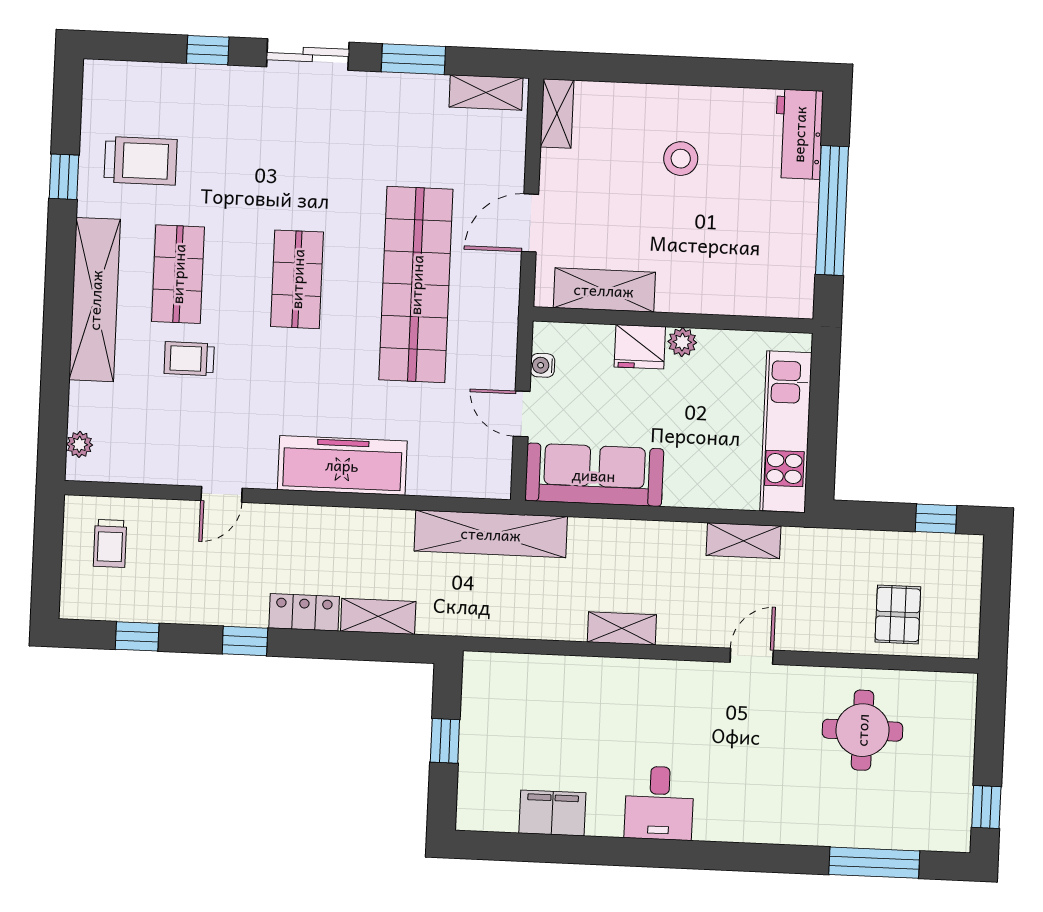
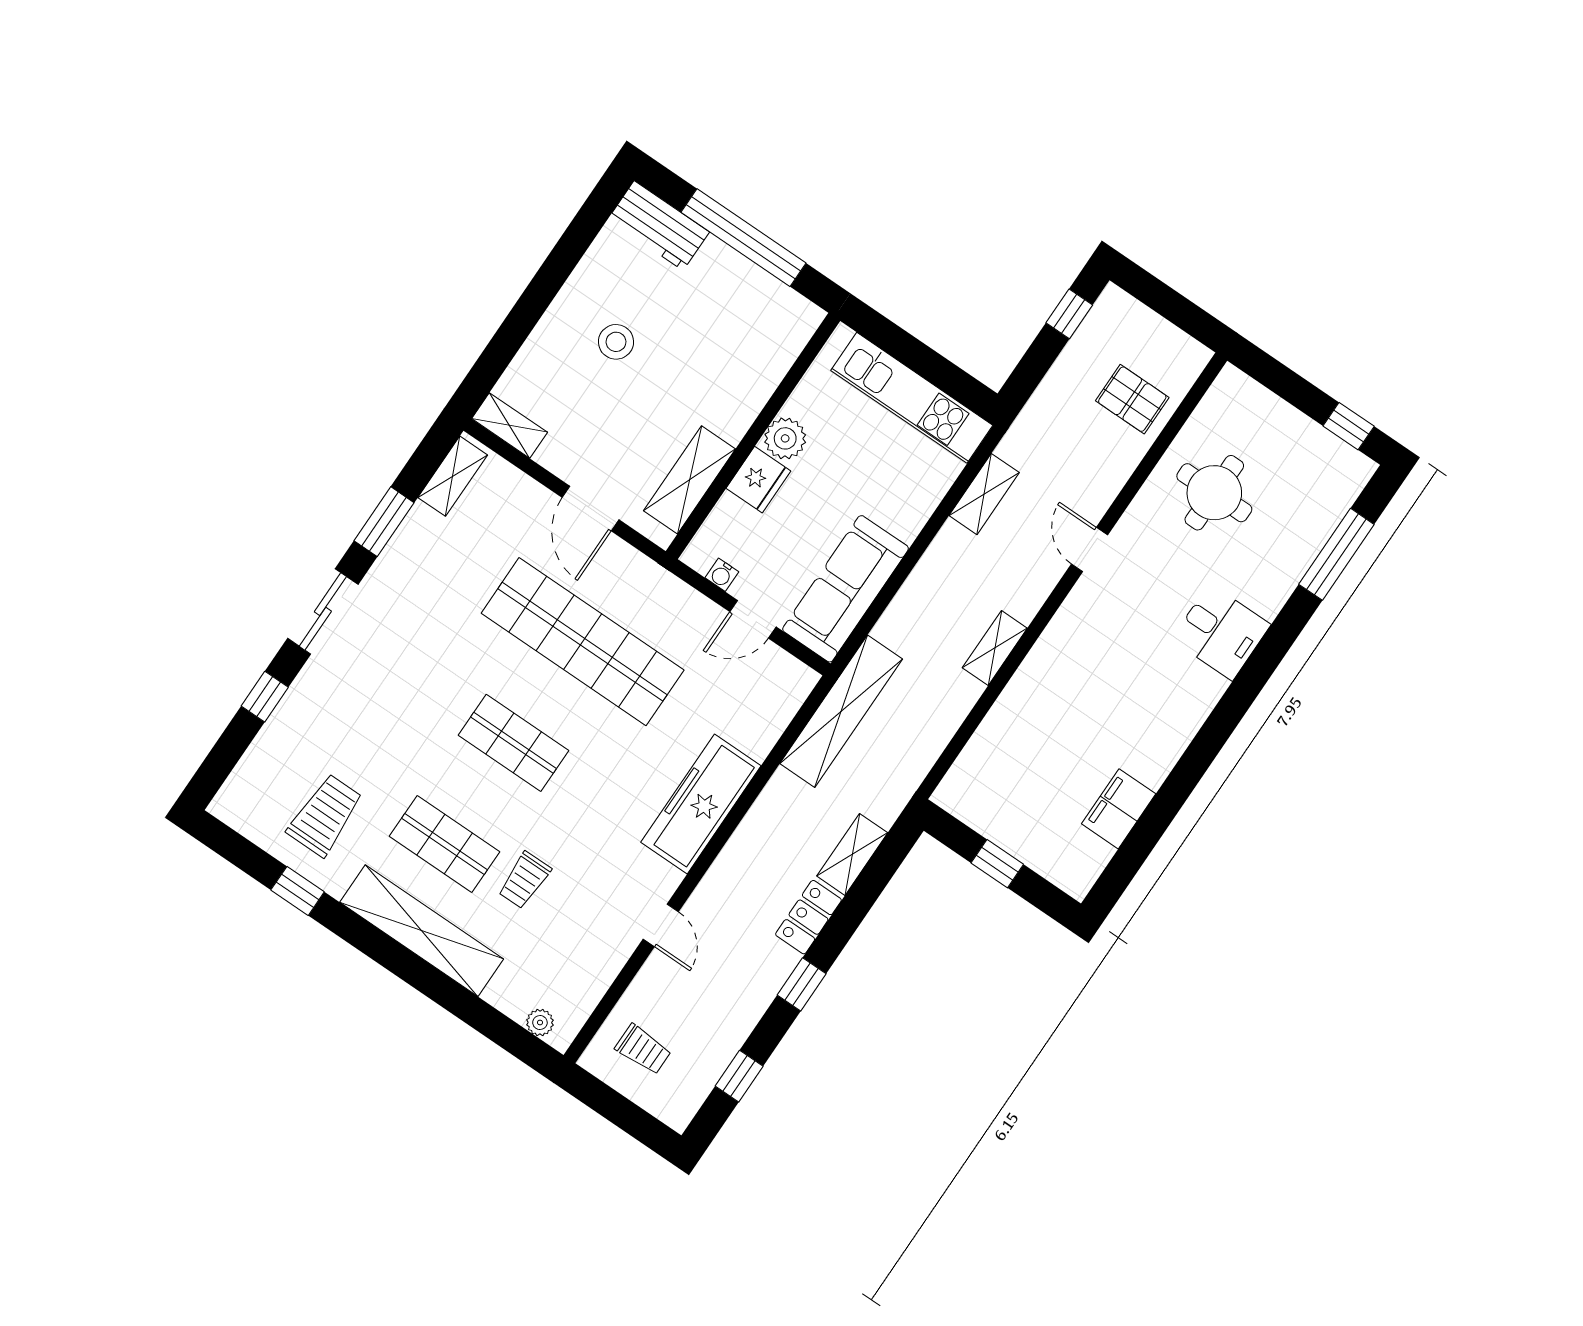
plant: (682, 342) -> (785, 438), width x1.38, depth x1.38
desk: (659, 803) -> (1221, 632), moved

